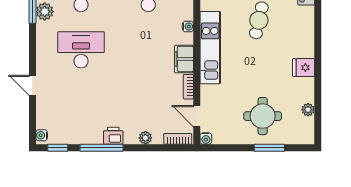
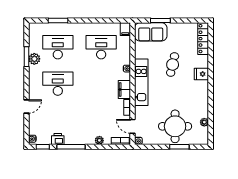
fridge: (304, 68) -> (201, 74), moved
door: (32, 85) -> (26, 106), swing flipped
round table: (263, 116) -> (175, 126), width x1.36, depth x1.36
printer: (113, 136) -> (58, 139), moved

